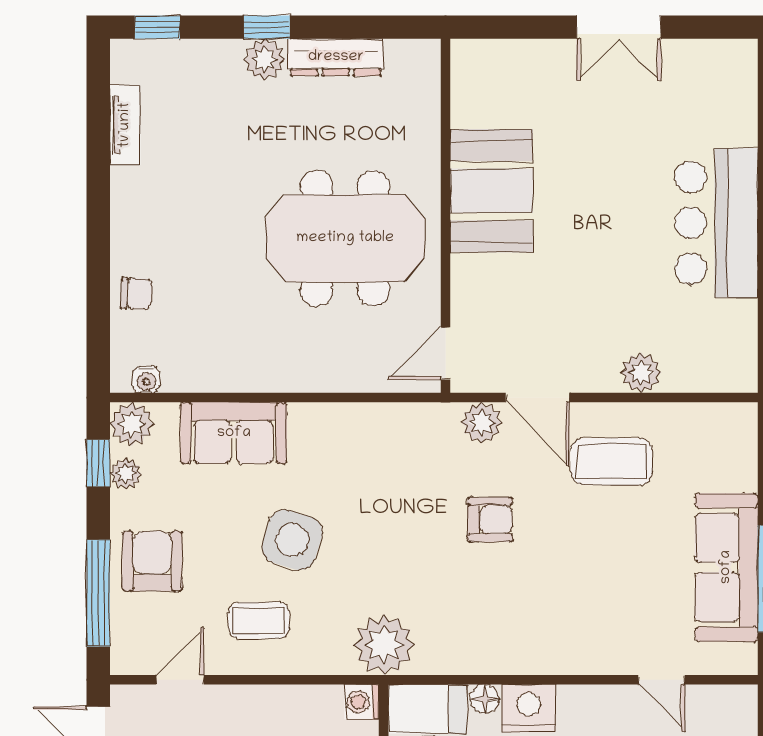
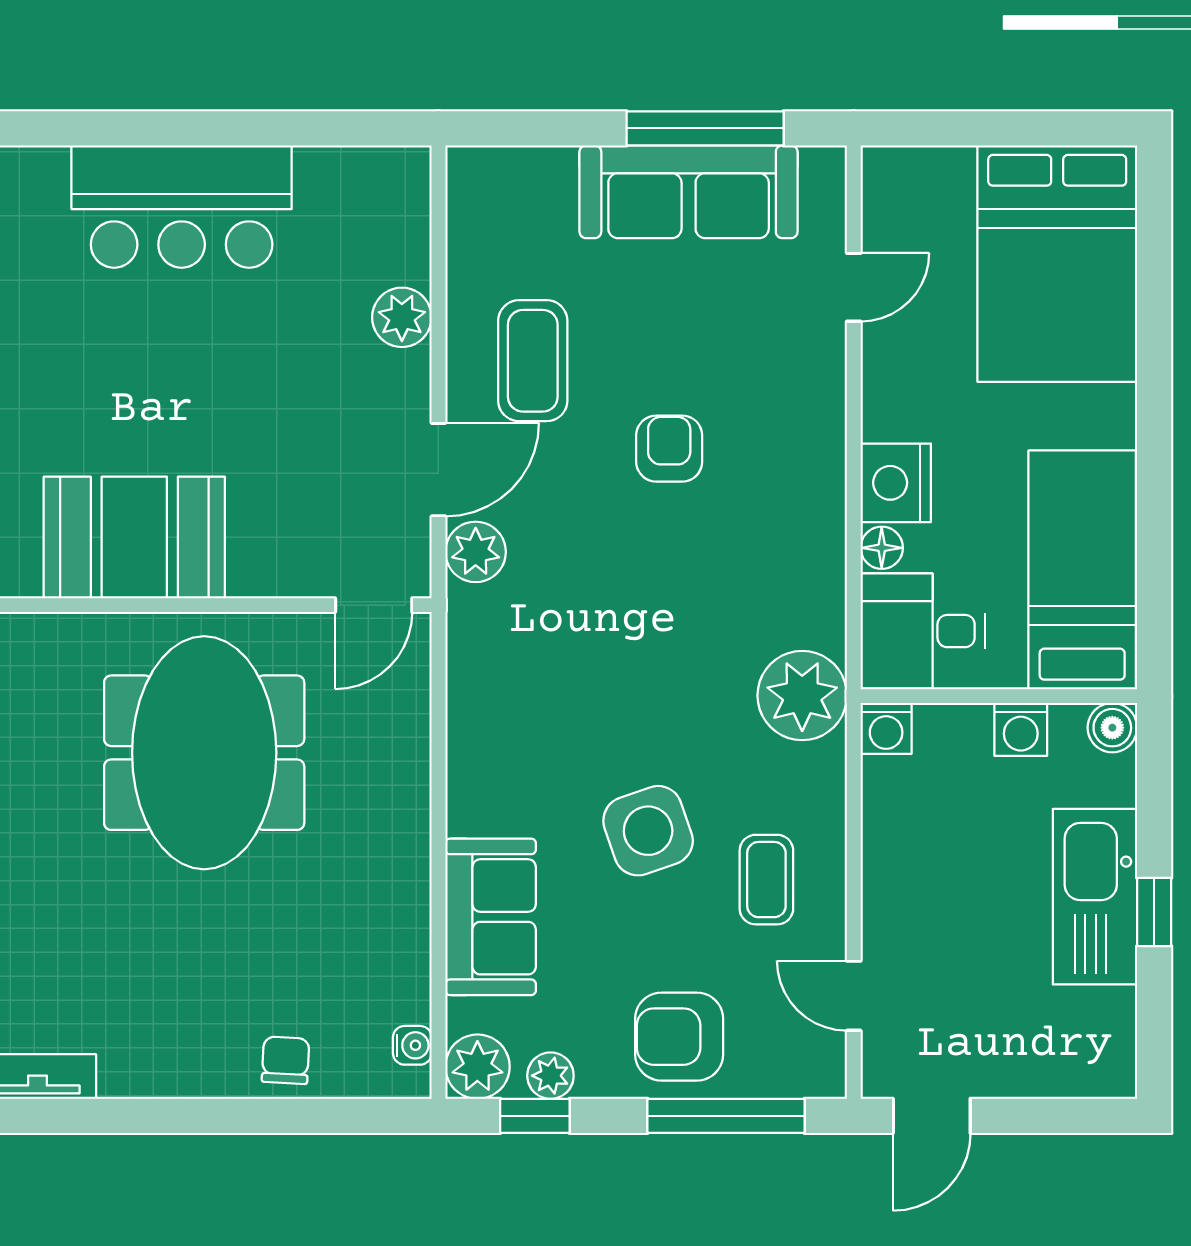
door: (445, 353) -> (374, 605), hinge flipped
armchair: (490, 520) -> (669, 449), moved
side table: (292, 540) -> (648, 831), turned -36

